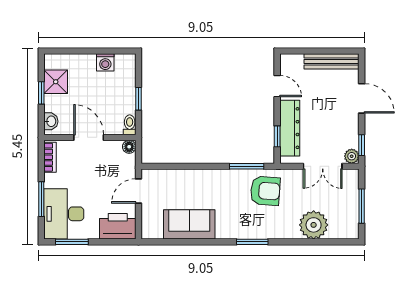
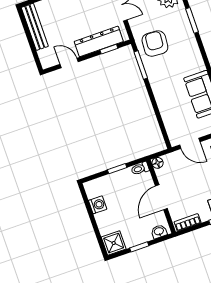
shower: (56, 82) -> (114, 243), moved
door: (277, 86) -> (69, 63), hinge flipped
window: (252, 242) -> (192, 20), moved

